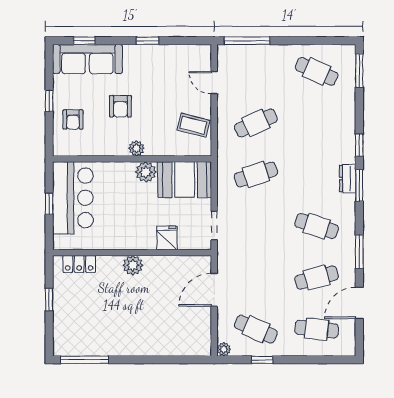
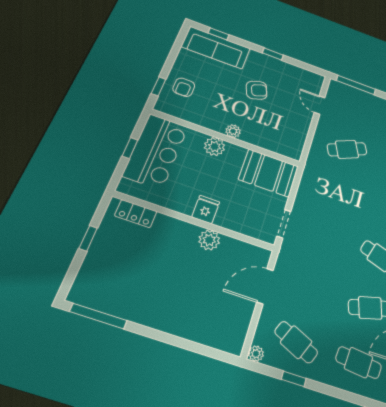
window: (49, 101) -> (159, 86), moved
armchair: (120, 106) -> (257, 90), moved, turned -109
coffee table: (193, 125) -> (291, 131), removed
plant: (146, 172) -> (215, 147), moved
cafe table: (256, 175) -> (336, 192), removed
fridge: (167, 238) -> (206, 209), moved
plant: (133, 265) -> (209, 240), moved

